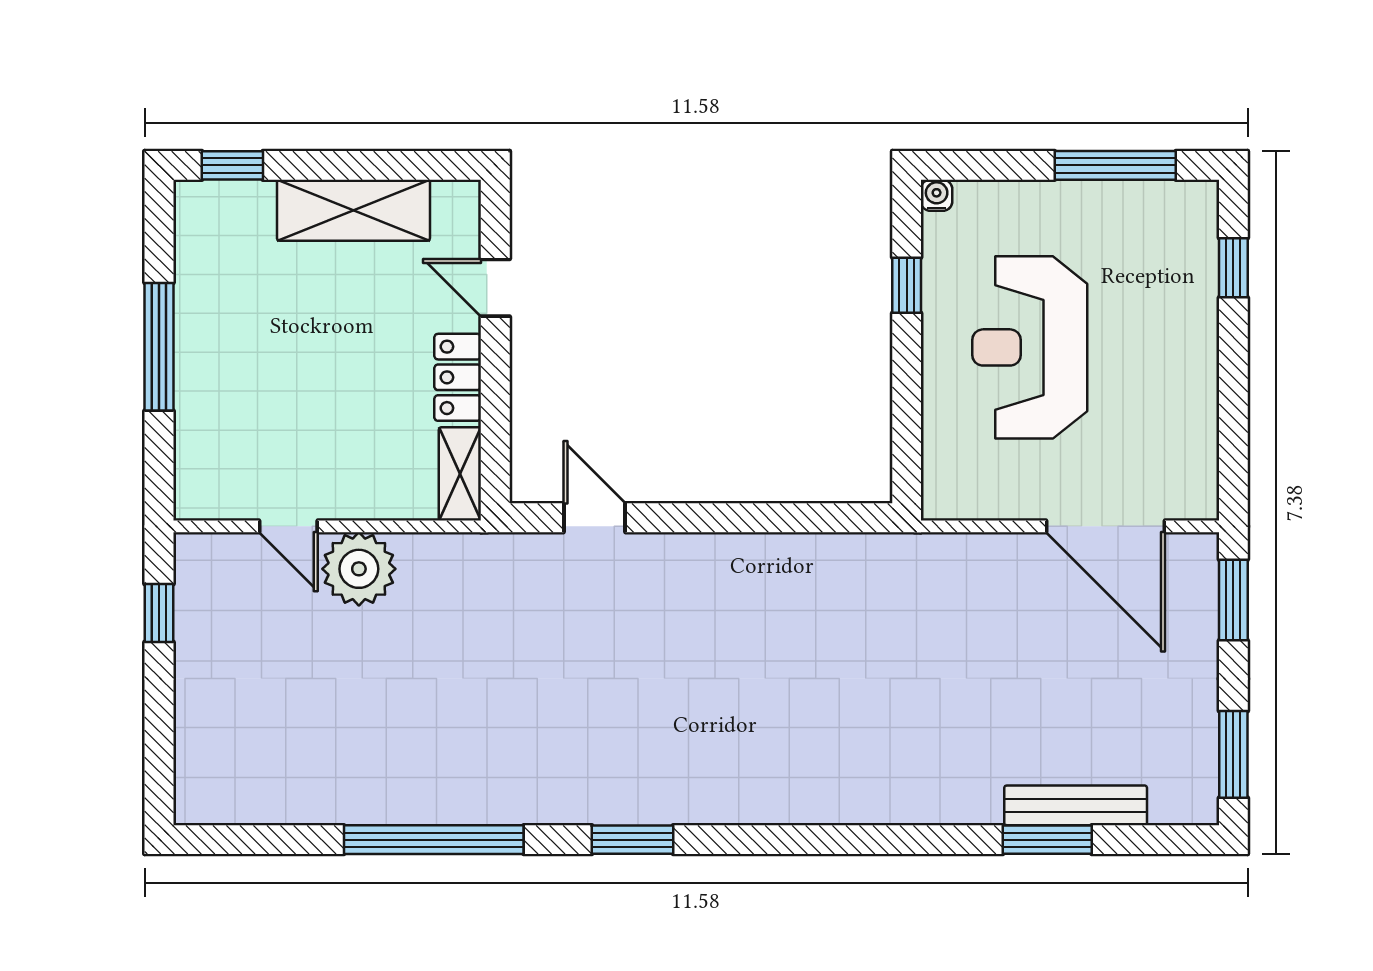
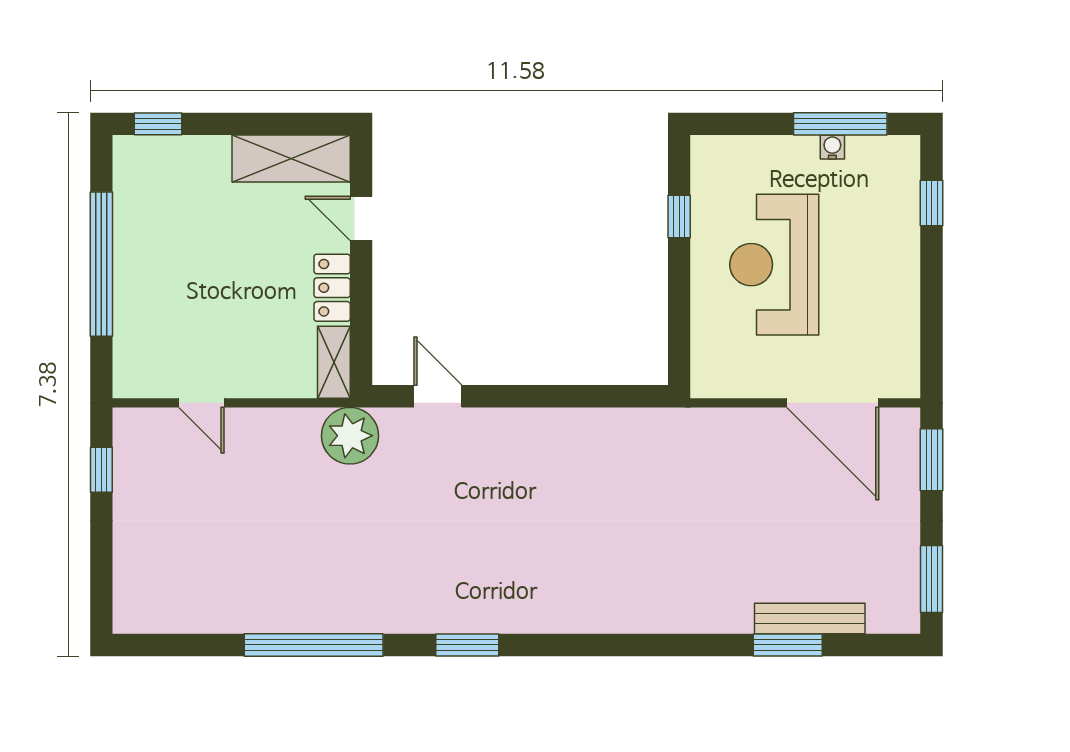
water cooler: (937, 195) -> (832, 147), moved
shelving: (353, 210) -> (291, 159), moved
window: (159, 347) -> (101, 264), width x1.46
plant: (359, 569) -> (350, 436), moved

